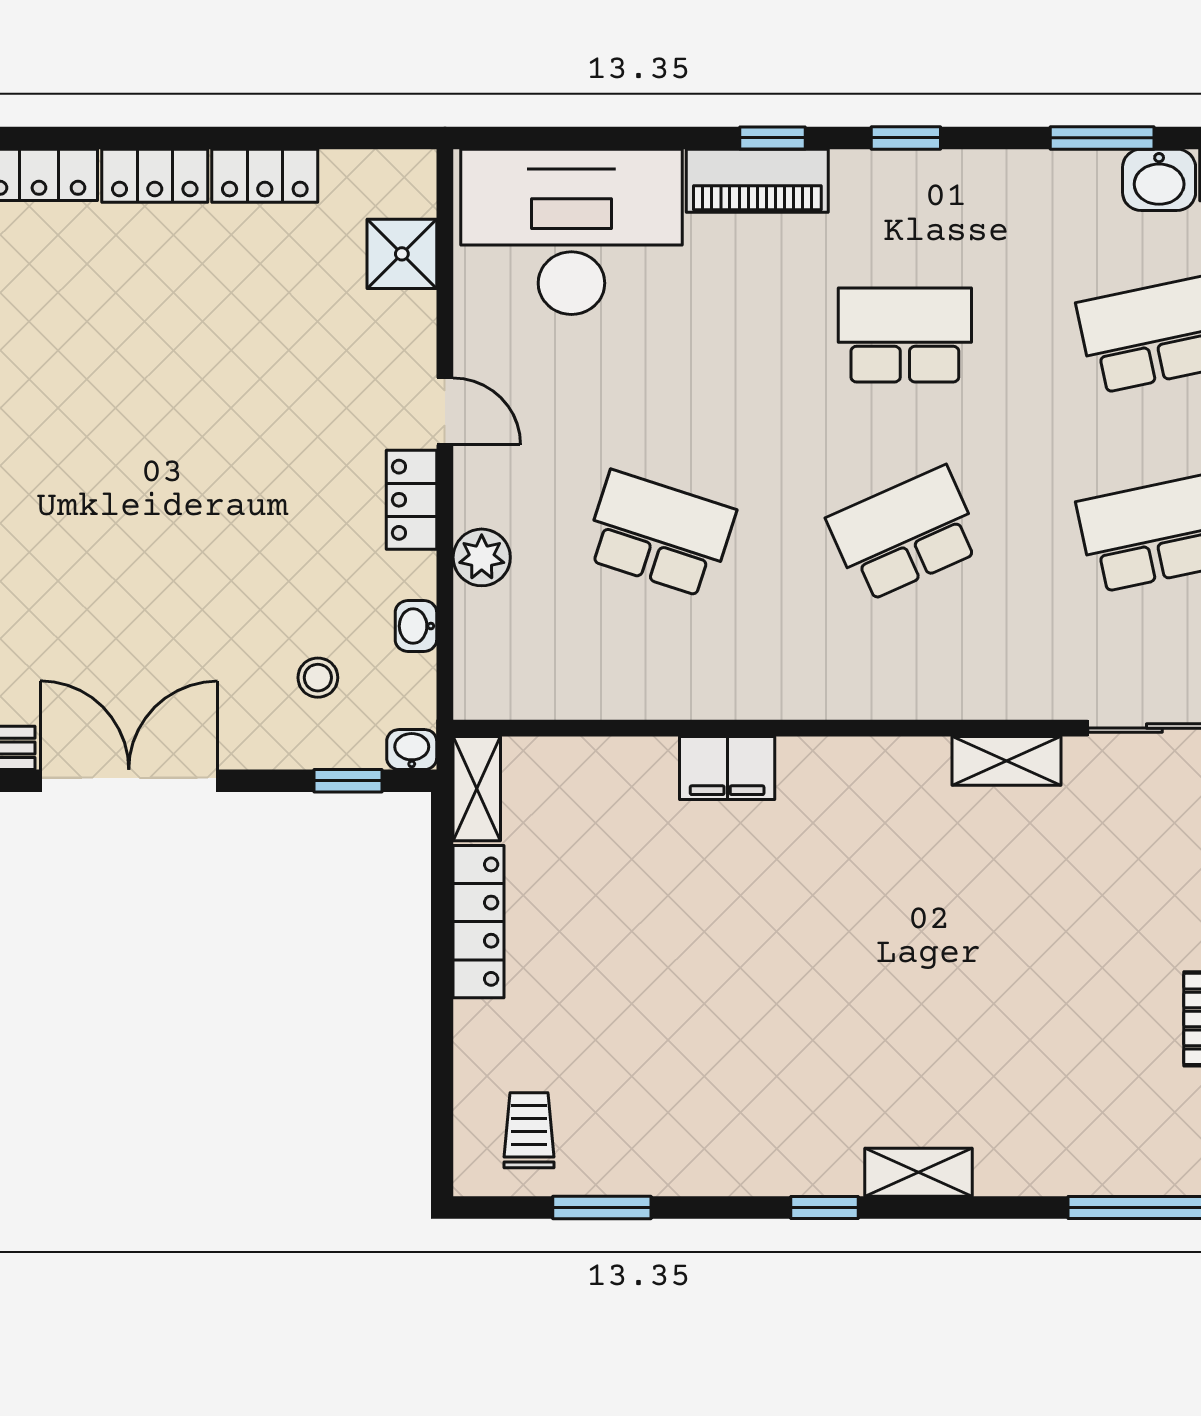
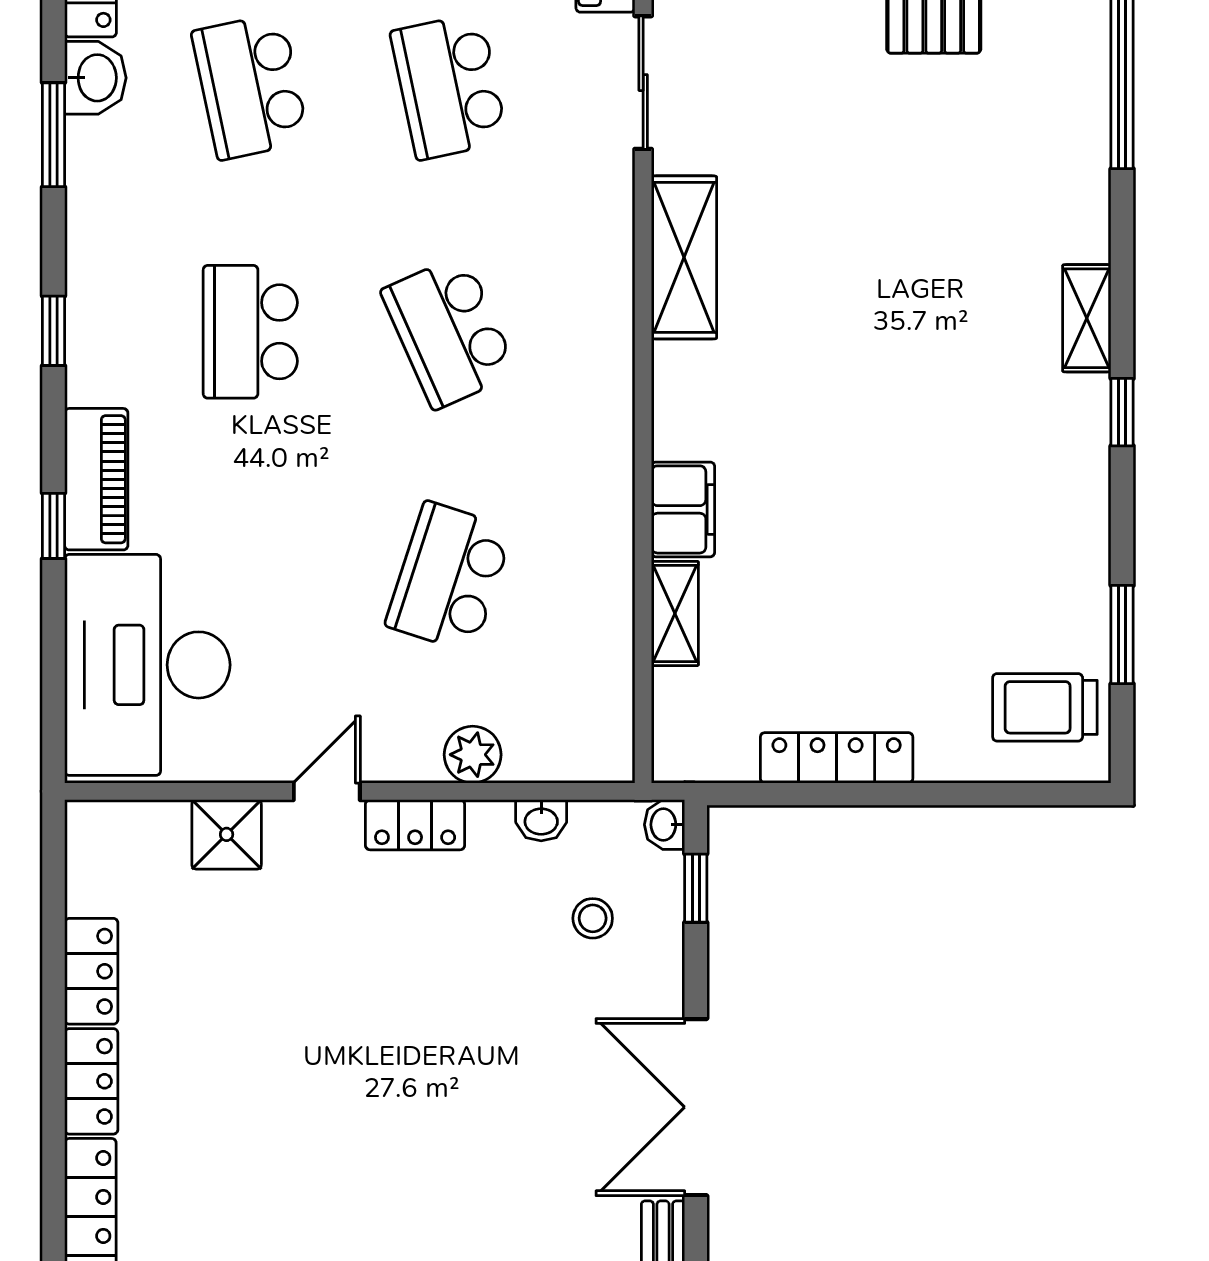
window: (772, 138) -> (53, 526), moved
shower: (402, 254) -> (227, 834), moved
shelving: (1006, 761) -> (684, 257), width x1.50, depth x1.33
shelving: (477, 789) -> (675, 613), moved, turned 90
trolley: (529, 1130) -> (1045, 707), width x1.36, depth x1.39

